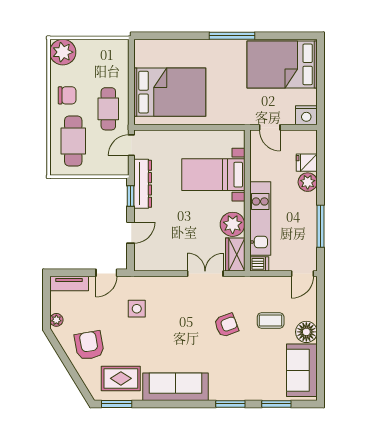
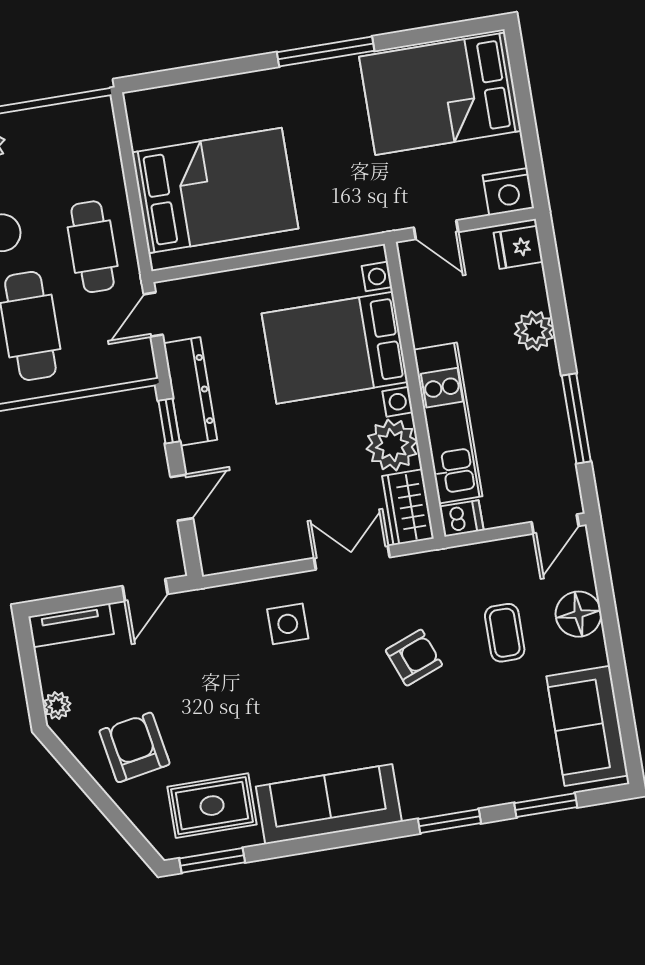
fridge: (307, 163) -> (518, 247), moved
bed with nightstands: (213, 175) -> (335, 348), width x1.36
side table: (137, 309) -> (288, 624), moved
coffee table: (271, 320) -> (505, 633), turned 90
floor lamp: (306, 332) -> (578, 614), moved

